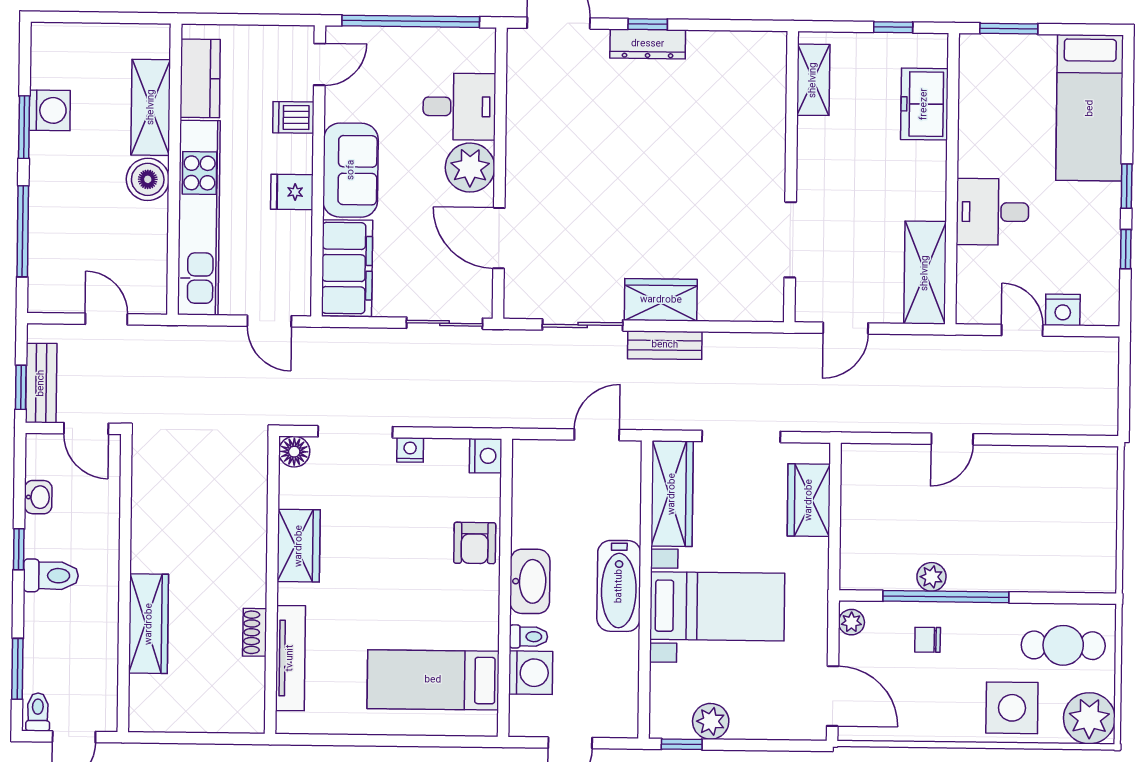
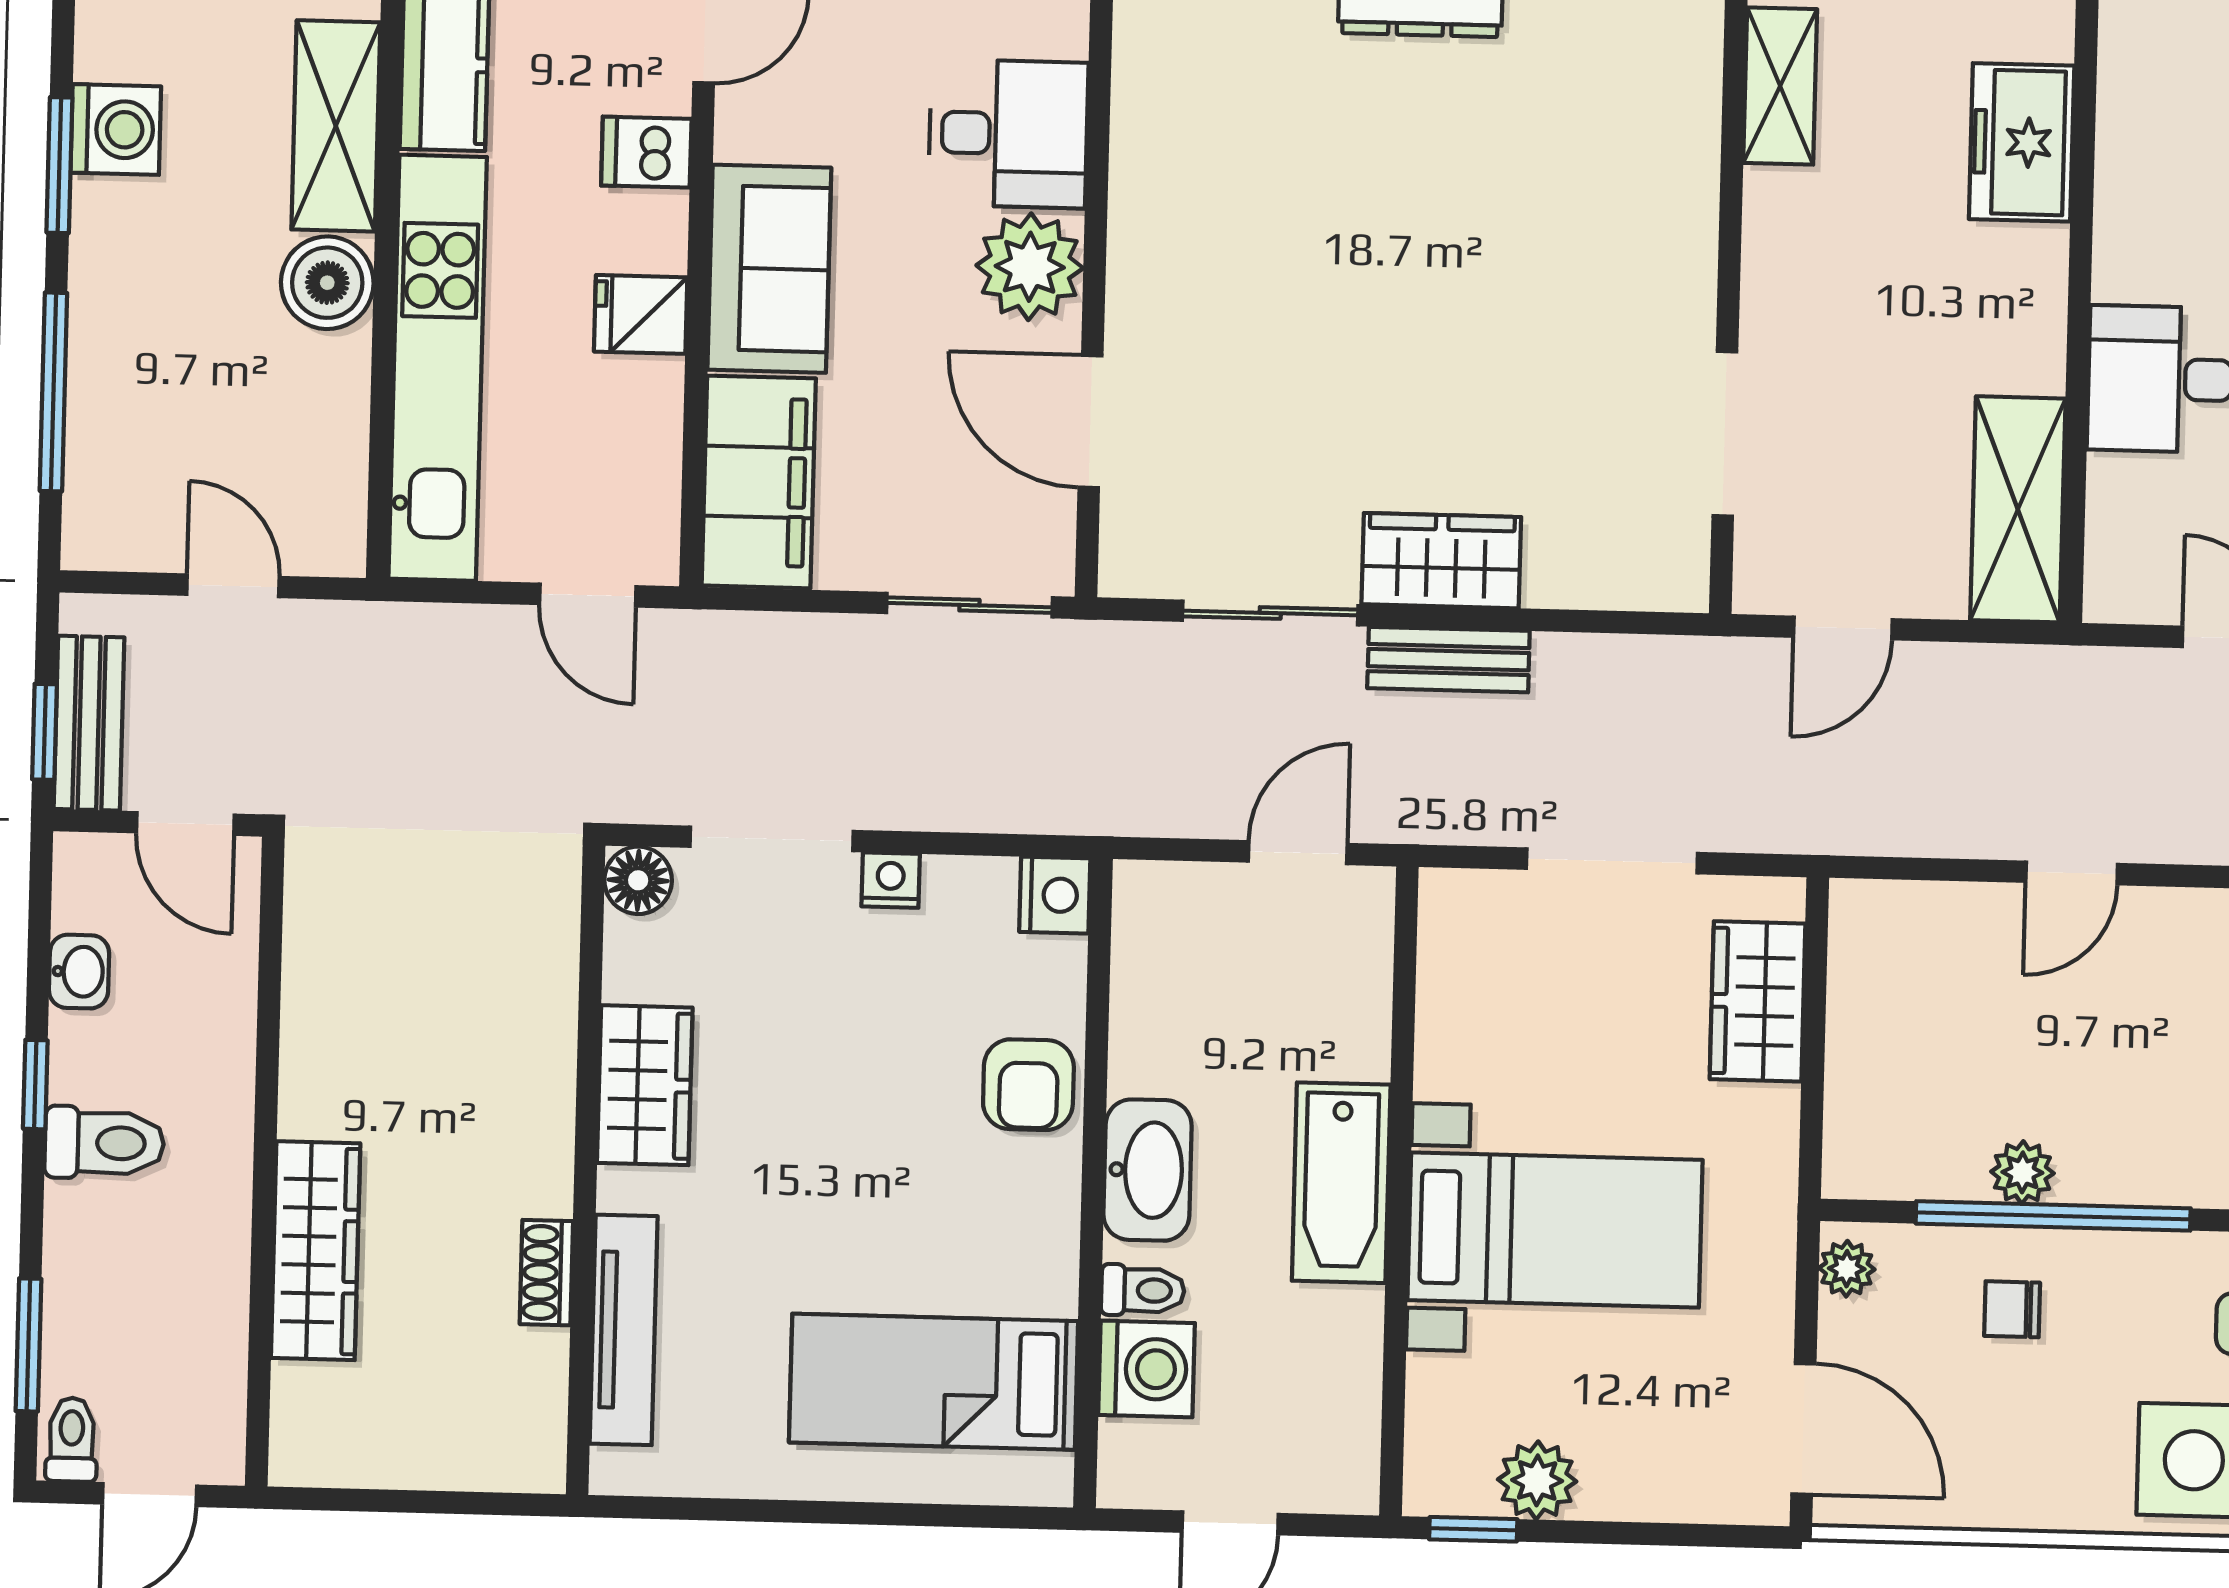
wardrobe: (672, 494) -> (1460, 983), removed

